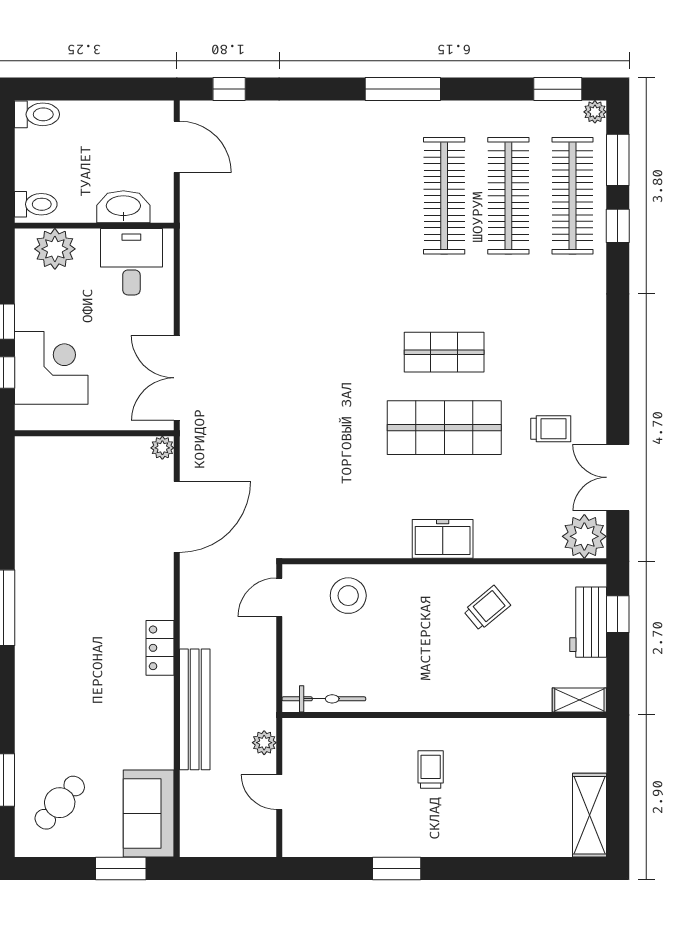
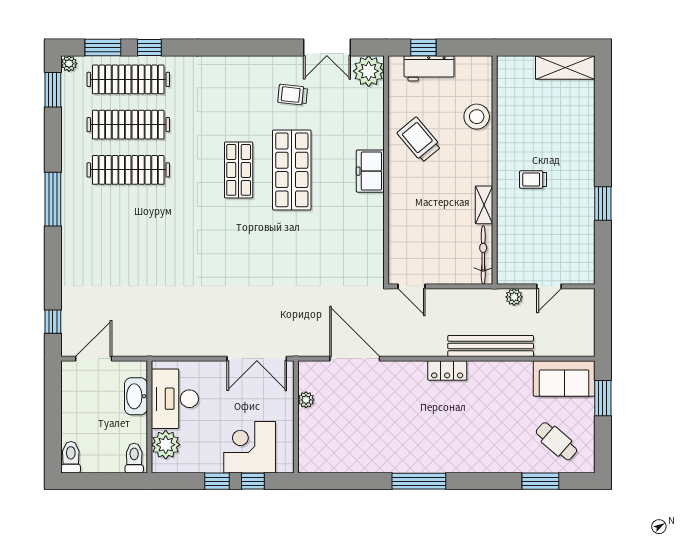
desk: (131, 262) -> (175, 399), width x1.37
trolley: (551, 429) -> (293, 95), turned -84
plant: (162, 448) -> (306, 400), moved
stool: (348, 596) -> (477, 117), moved
trolley: (487, 608) -> (419, 140), width x1.36, depth x1.39
shelving: (579, 700) -> (484, 205), moved

